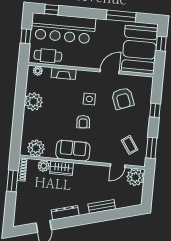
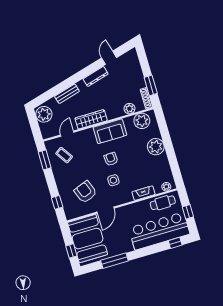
plant: (34, 102) -> (156, 147), moved
window: (155, 110) -> (57, 202), moved
wardrobe: (62, 168) -> (91, 119), moved, width x1.50
plant: (135, 177) -> (44, 114), moved

